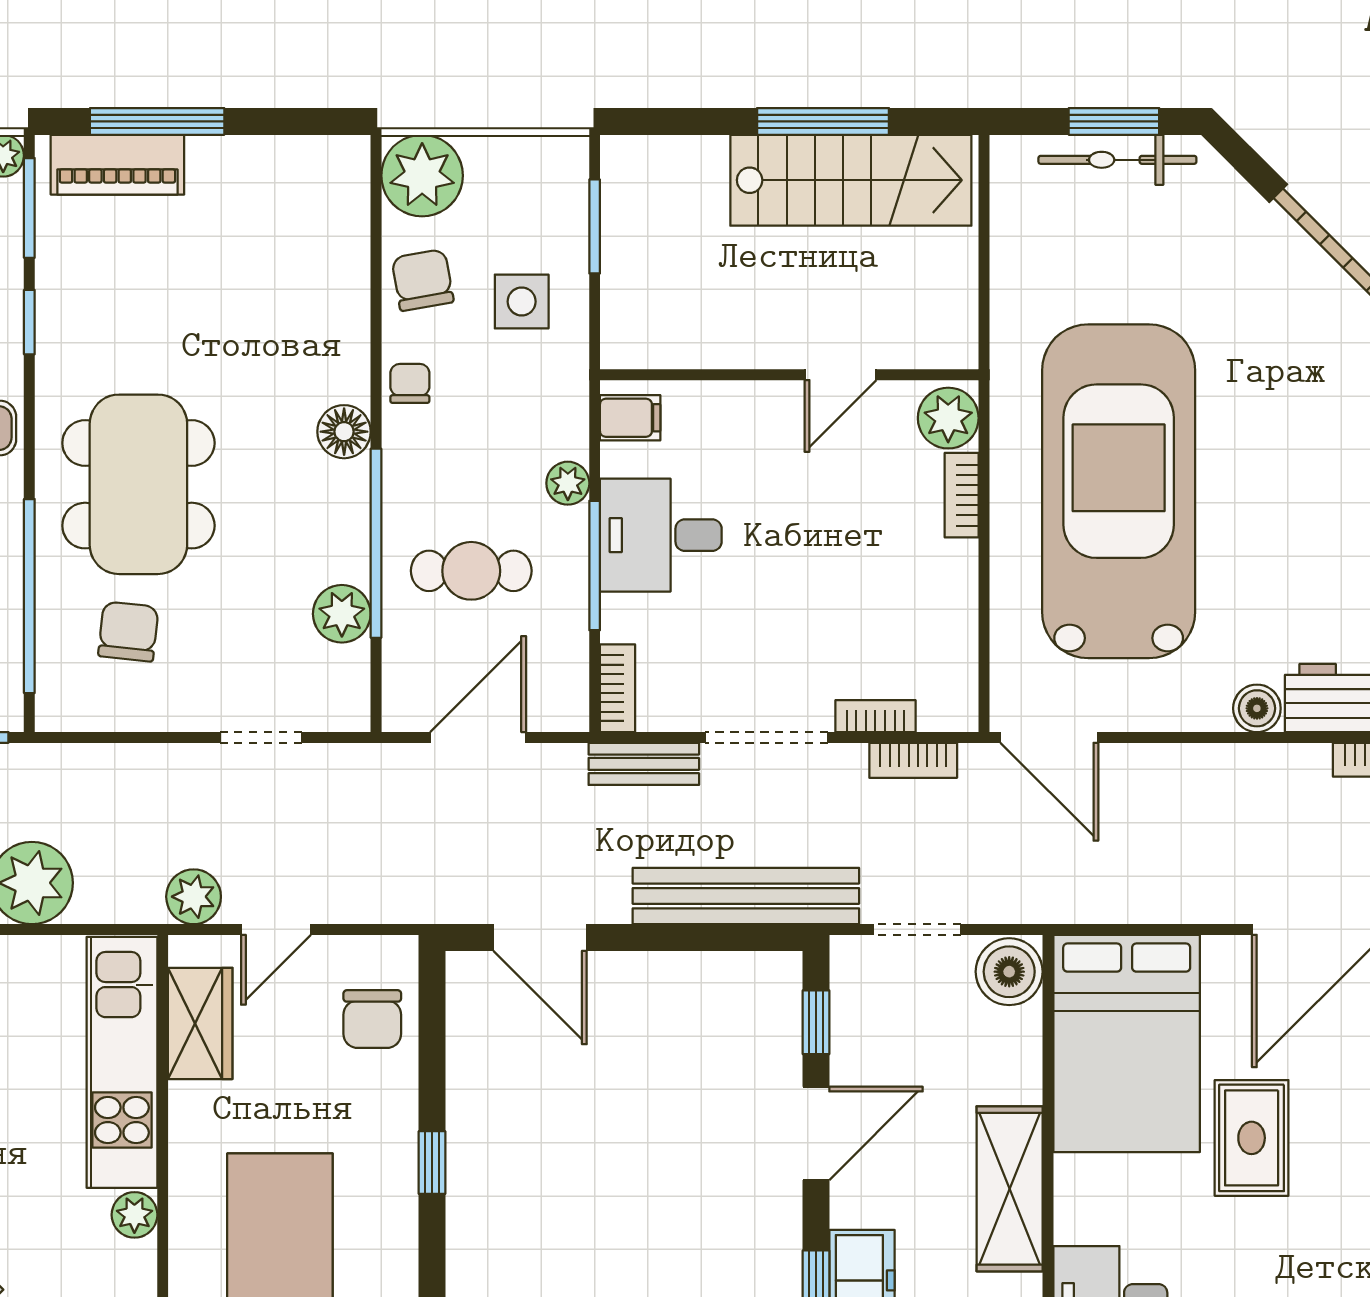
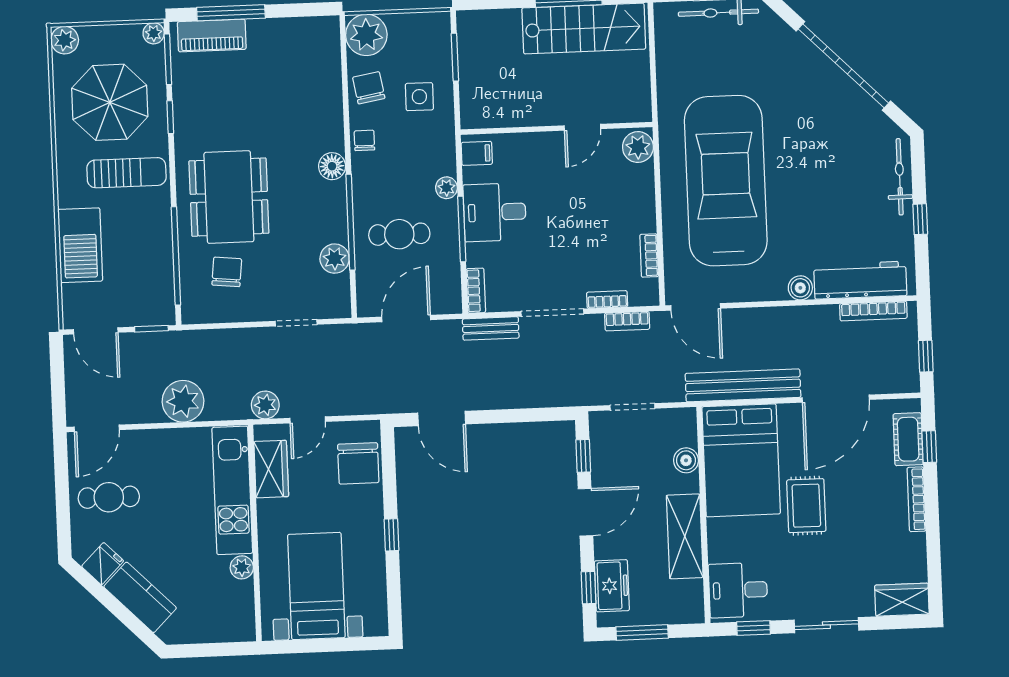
bookcase: (962, 495) -> (649, 256), moved
bench: (746, 896) -> (743, 385), moved
boiler: (1009, 972) -> (686, 460), moved, width x0.73, depth x0.73
chair: (372, 1019) -> (358, 463), width x1.37, depth x1.37

